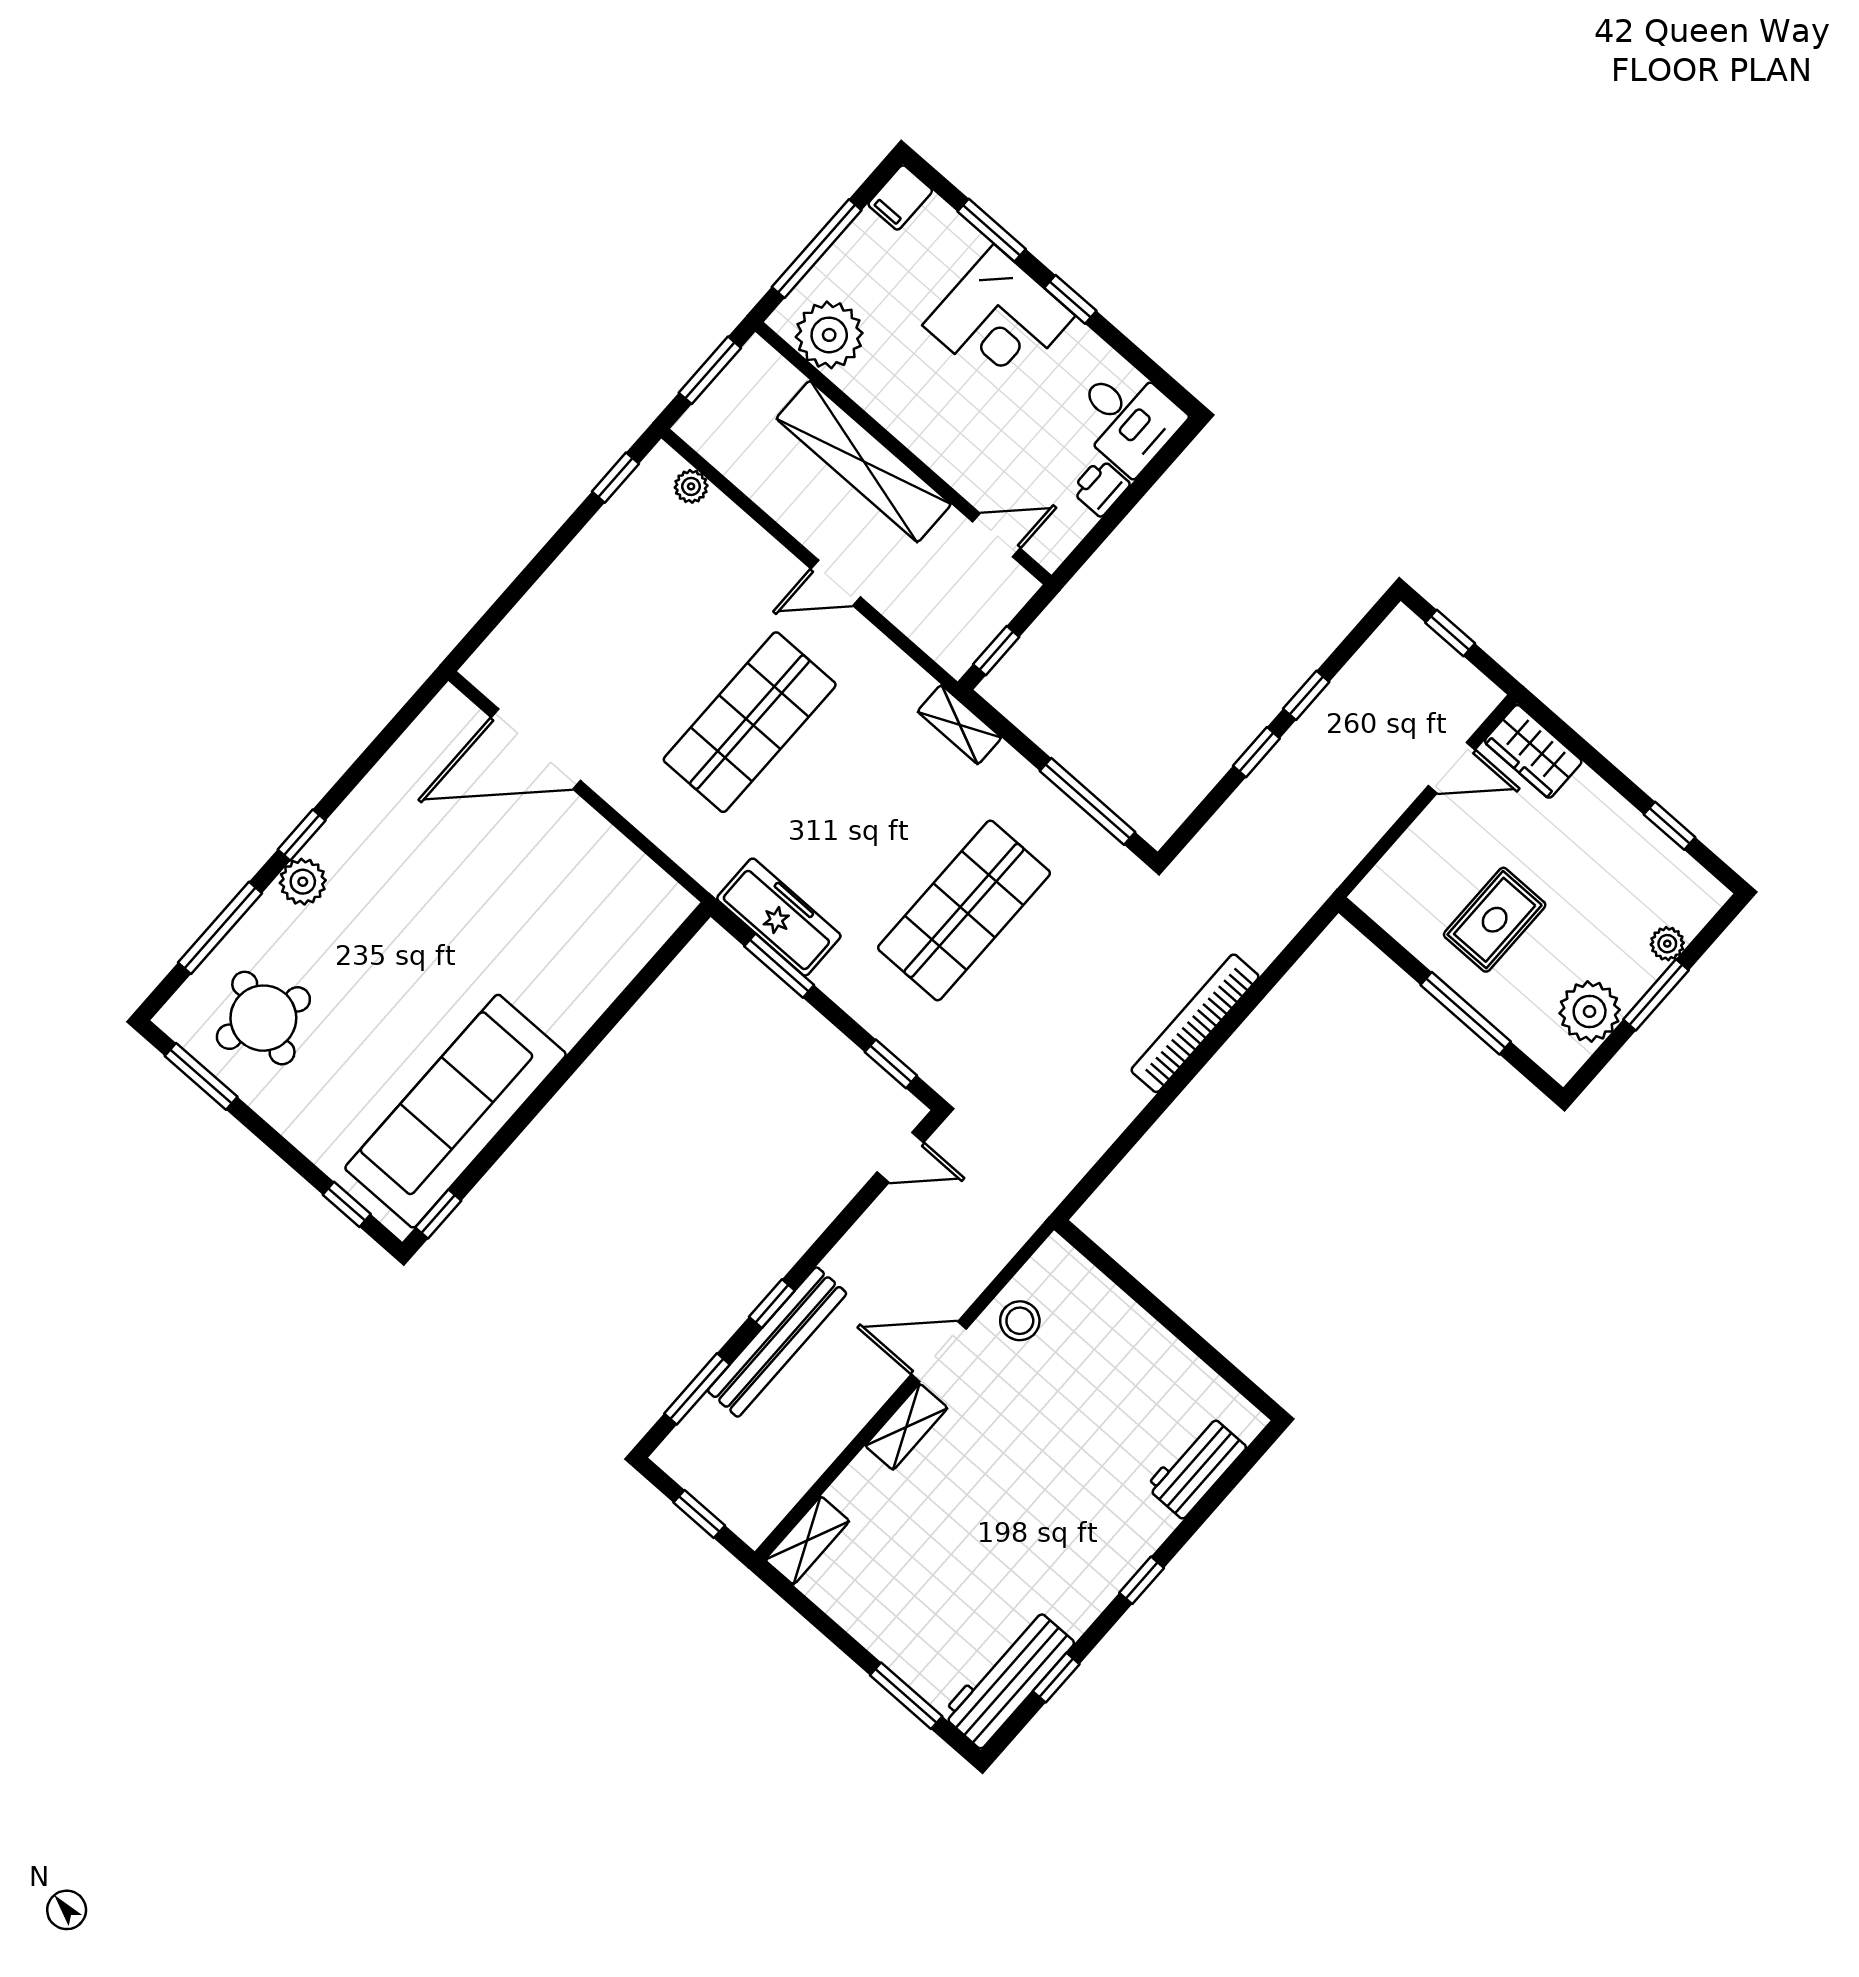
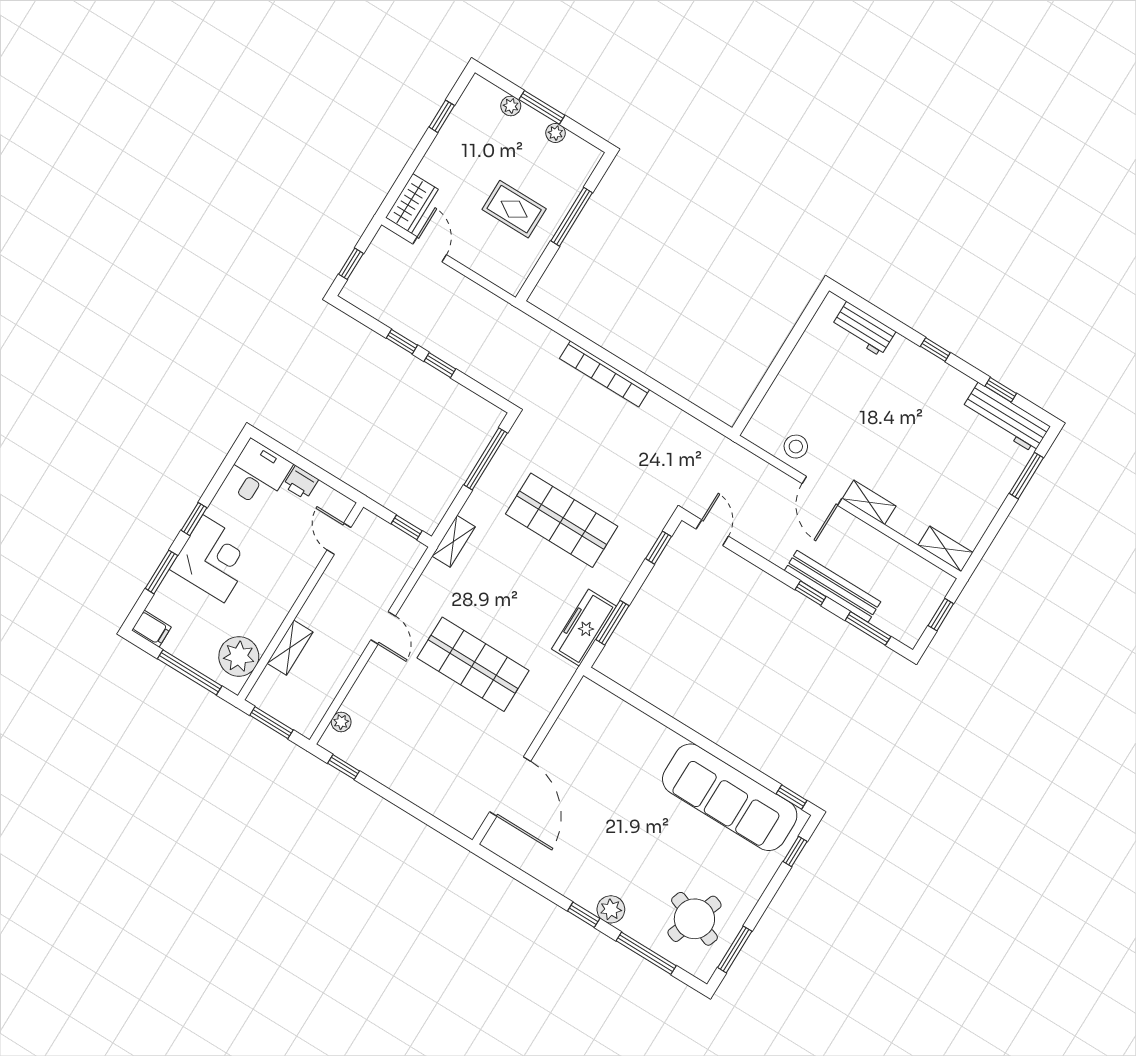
shelving: (864, 461) -> (290, 648), width x0.45, depth x0.75
plant: (1590, 1011) -> (555, 133), width x0.53, depth x0.53

